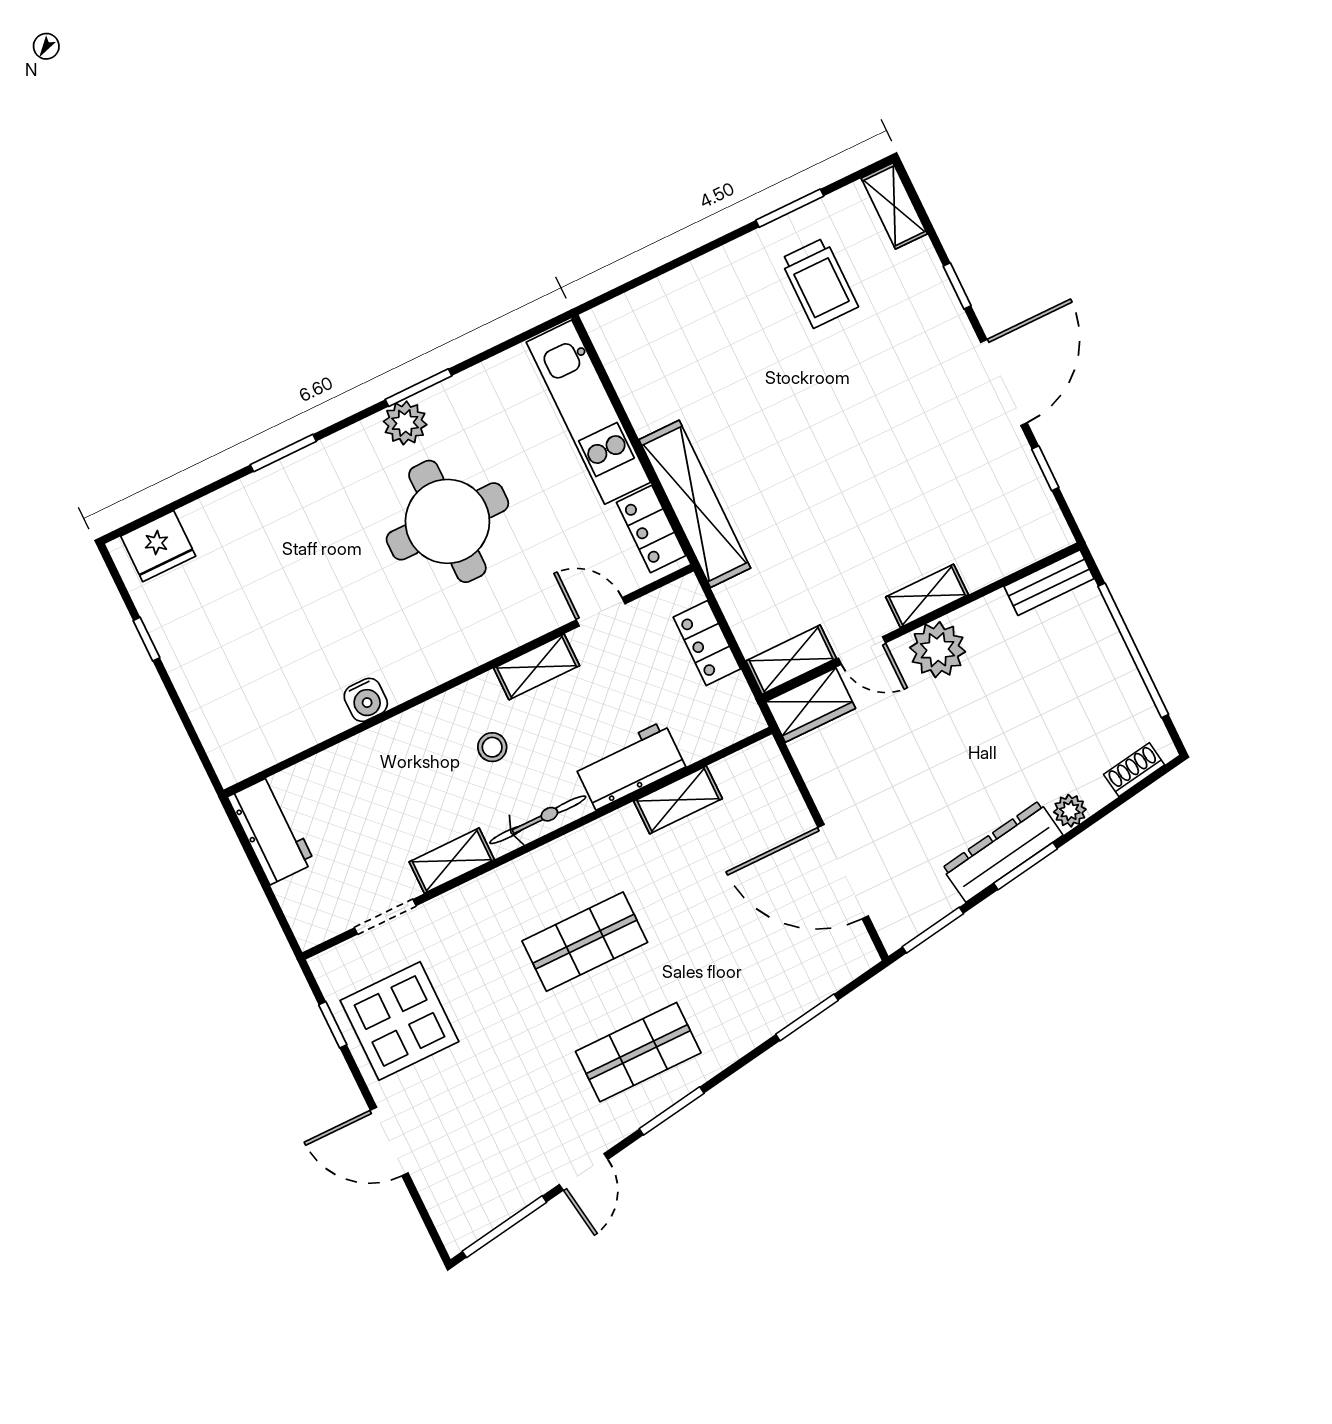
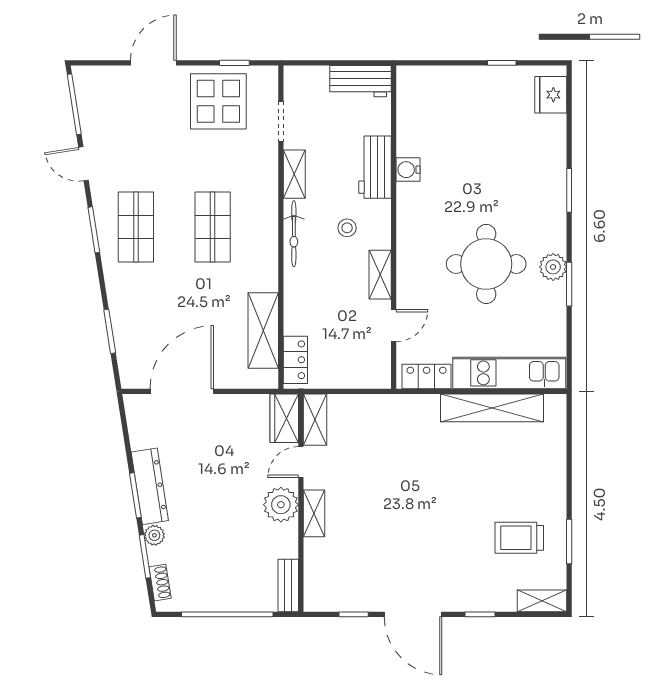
shelving: (695, 504) -> (492, 408), moved
locker: (707, 643) -> (295, 360), moved, turned 90
workbench: (630, 765) -> (375, 167), moved, turned 180
shelving: (678, 800) -> (263, 331), width x1.50, depth x1.33
window: (933, 930) -> (145, 556), moved

